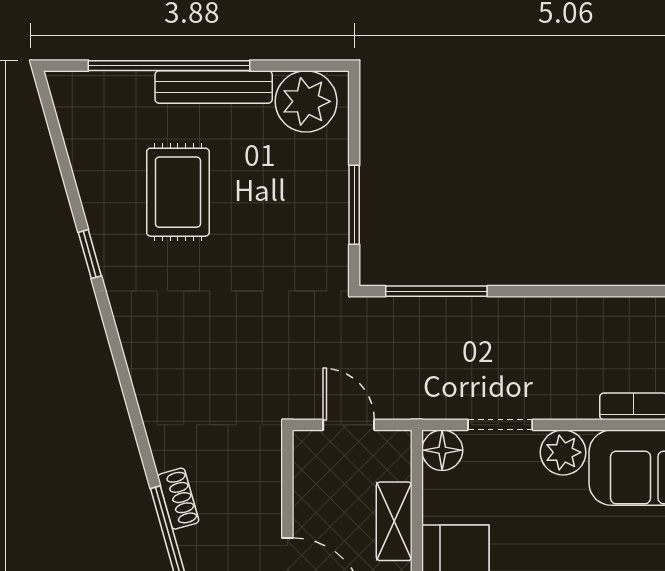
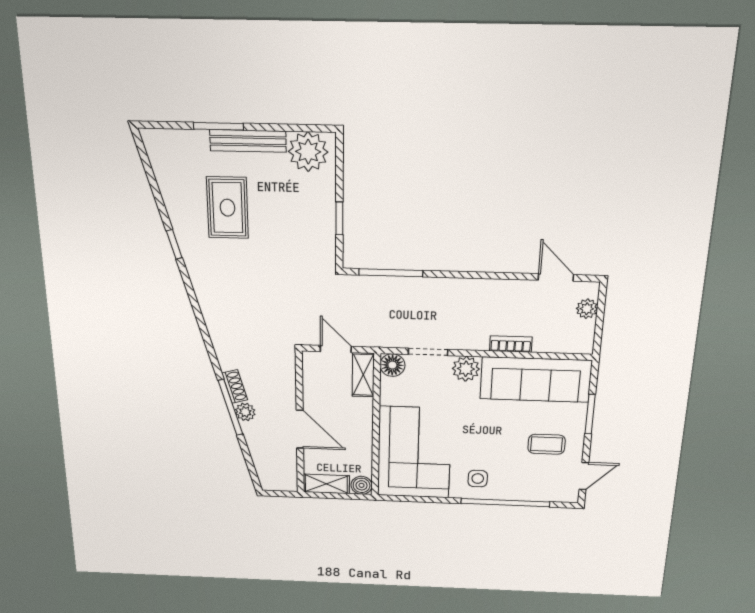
window: (169, 66) -> (218, 126), width x0.47
window: (354, 205) -> (339, 218), width x0.67
shelving: (394, 521) -> (363, 375), moved
plant: (195, 545) -> (245, 412), added

